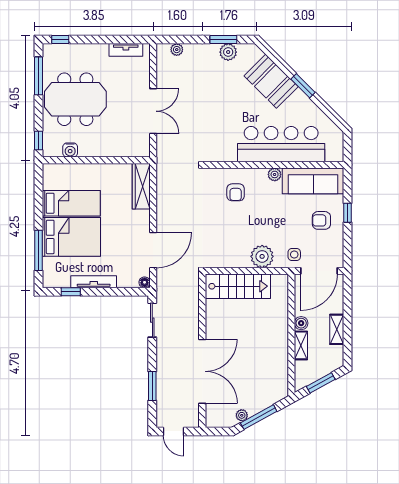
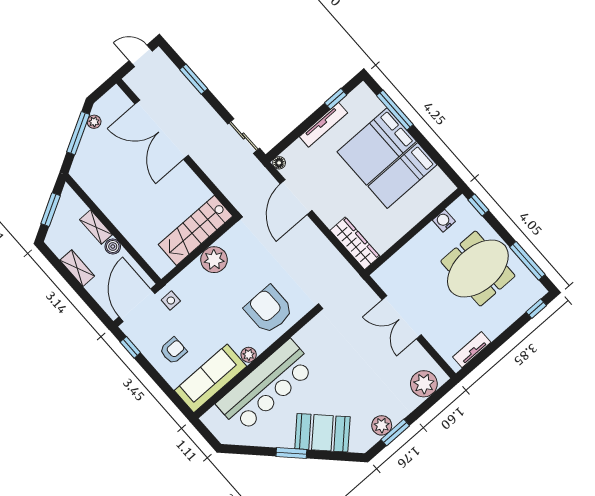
plant: (177, 50) -> (424, 384), width x1.87, depth x1.87
armchair: (236, 192) -> (269, 310), width x1.88, depth x1.88
window: (348, 213) -> (130, 347), moved
plant: (262, 256) -> (214, 260), moved

